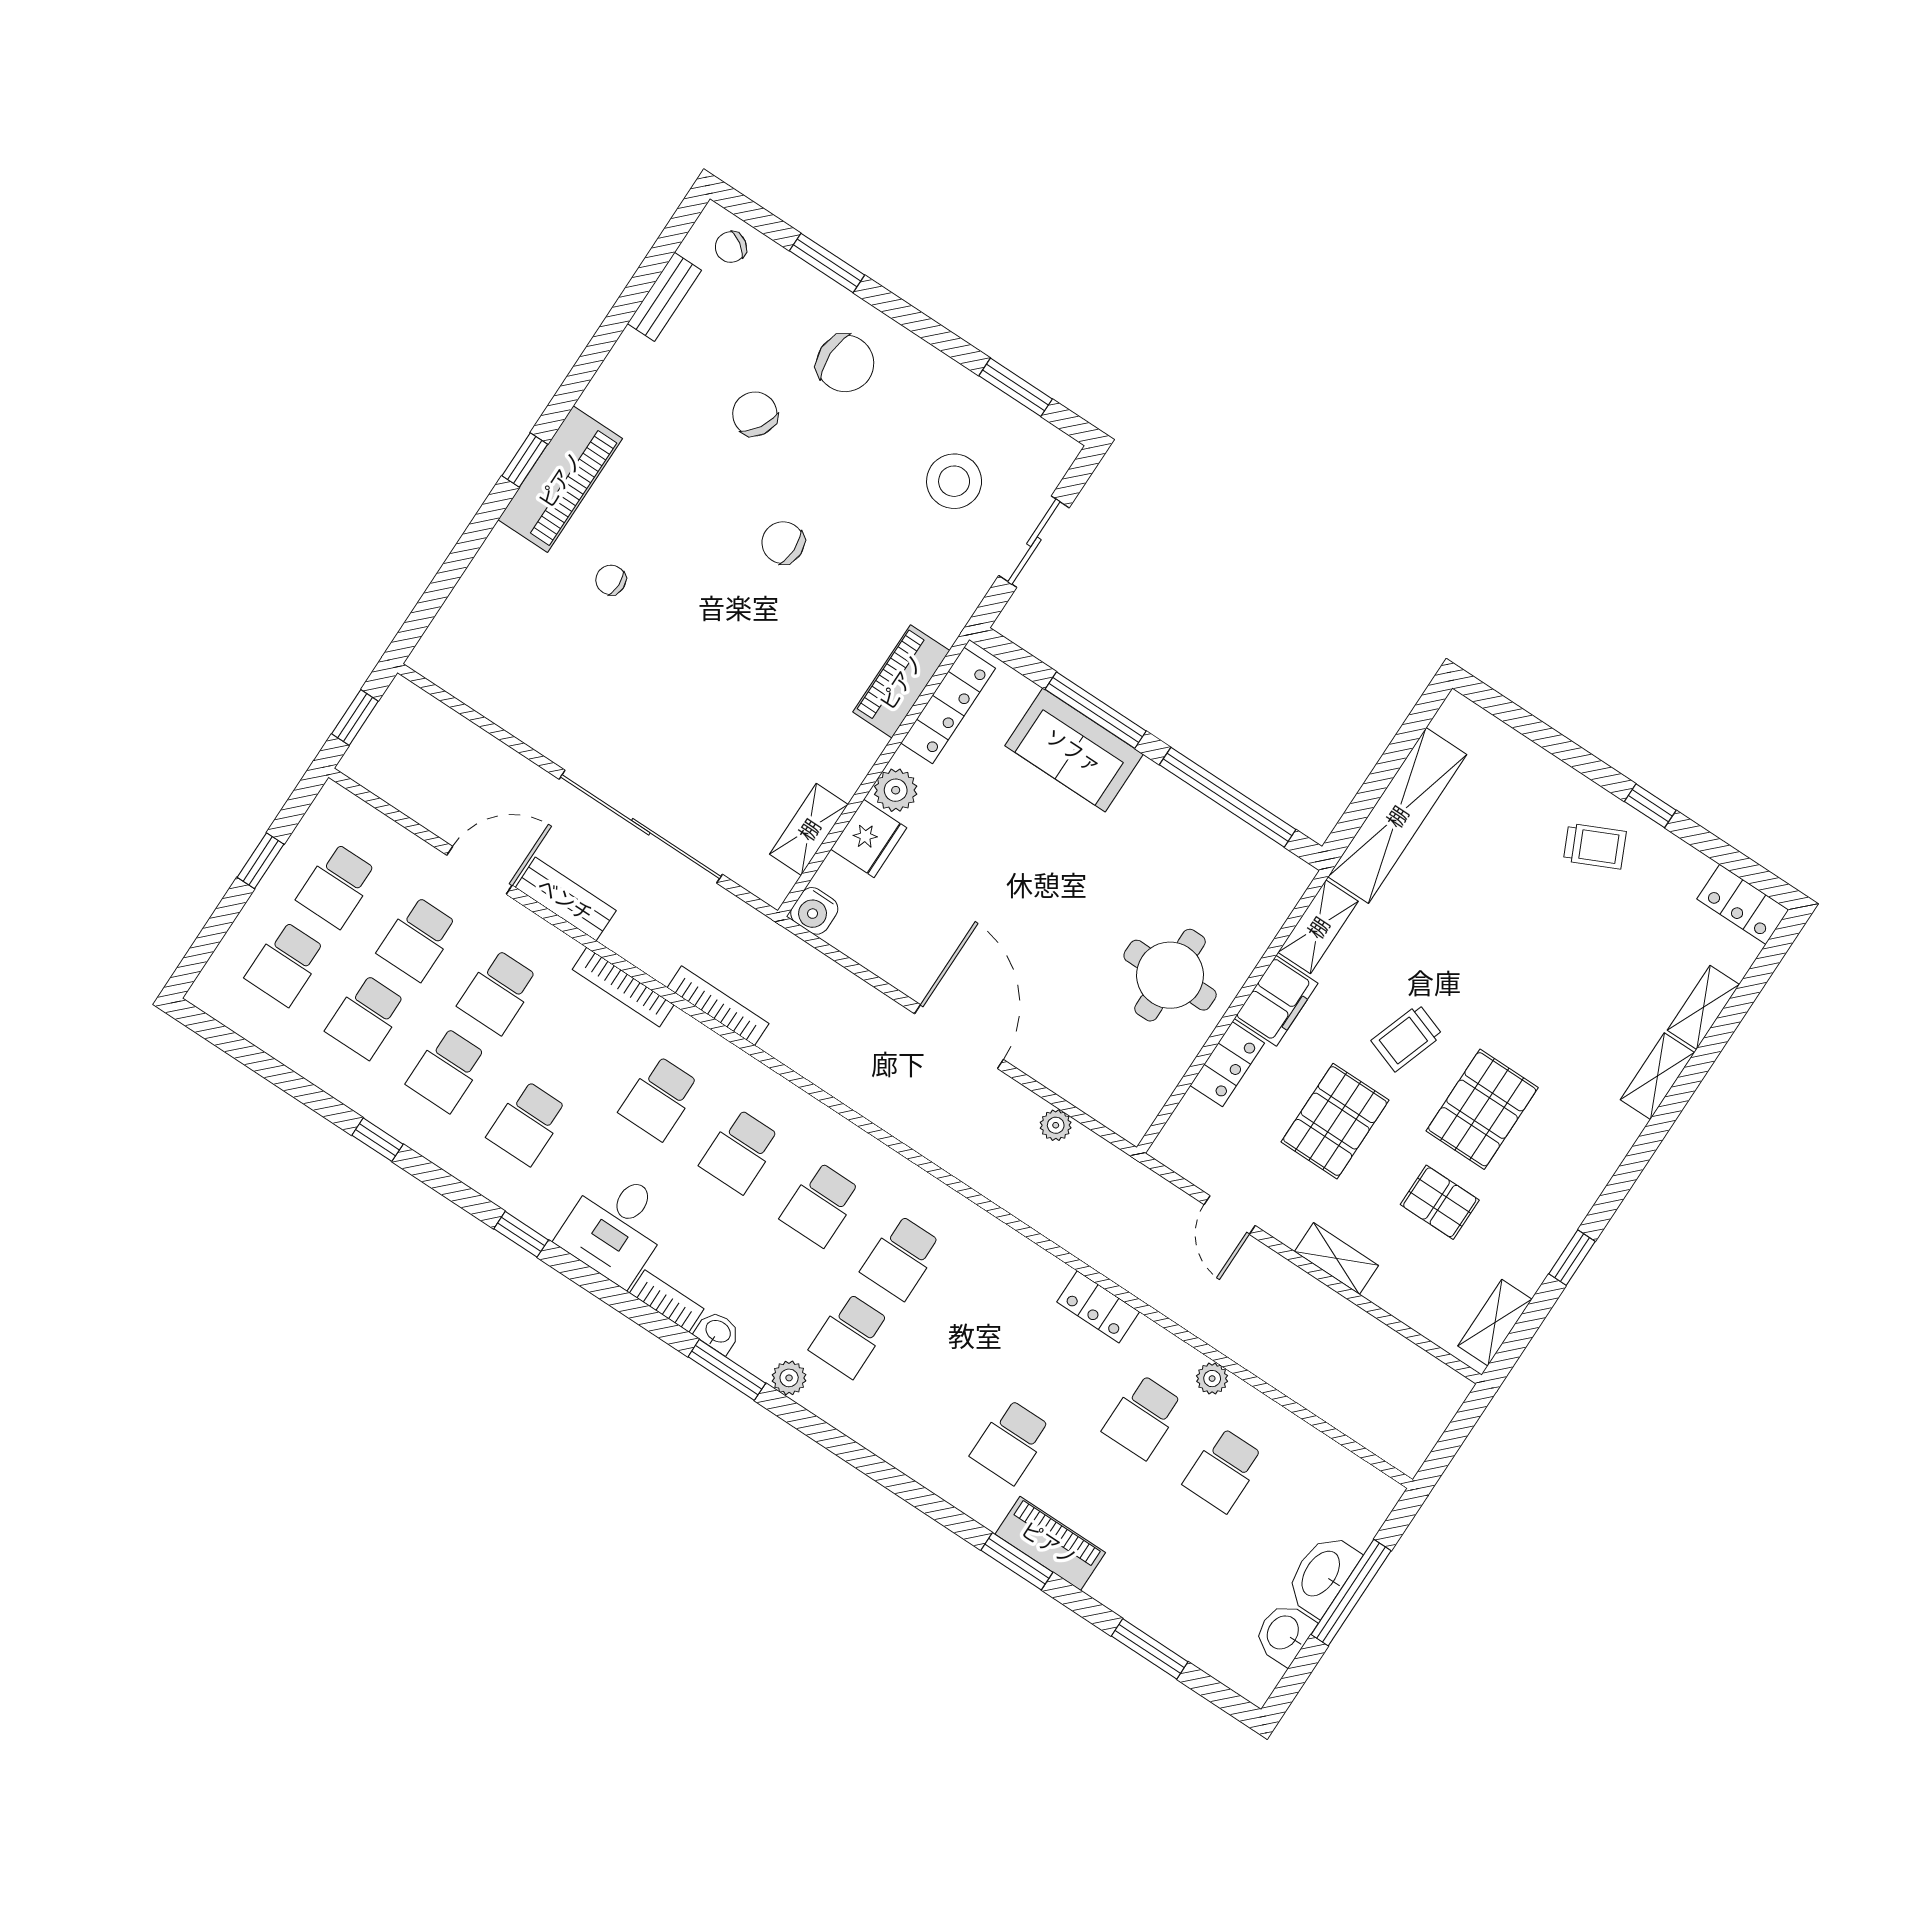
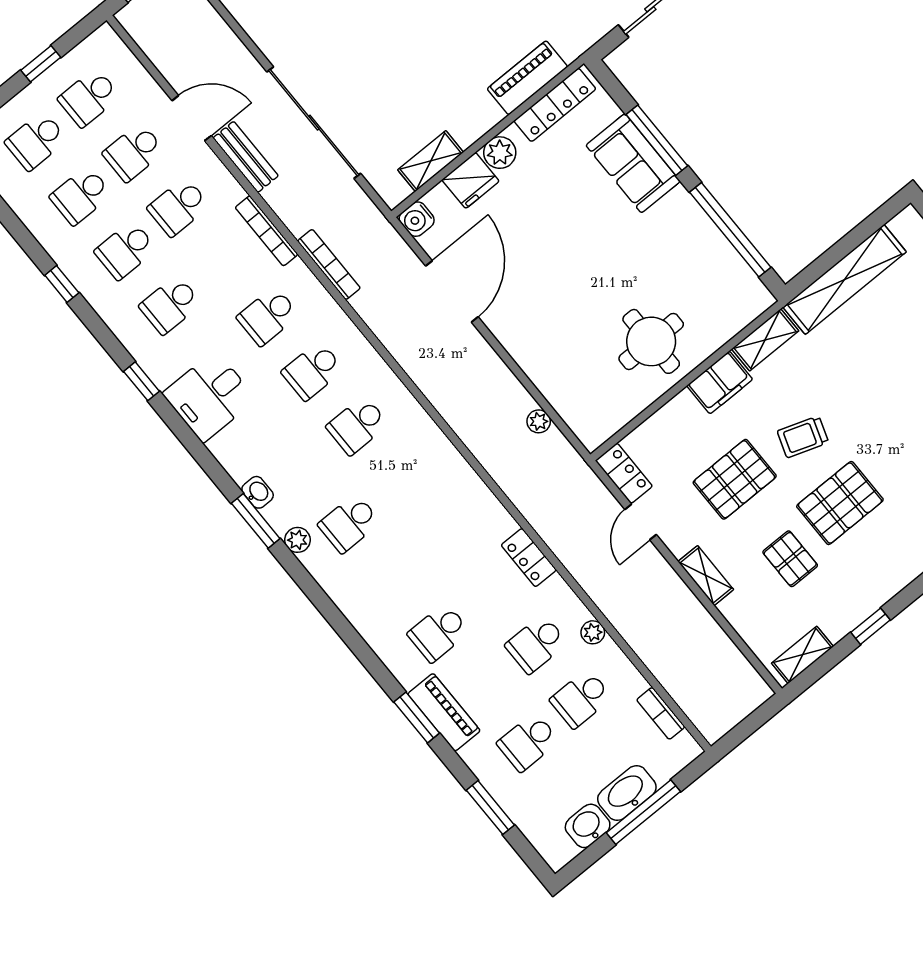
door: (959, 1037) -> (452, 291), moved
locker: (1227, 1064) -> (624, 473), moved, turned -90
school desk: (901, 1257) -> (528, 742), moved
bookcase: (667, 1301) -> (661, 713), moved, turned 180

